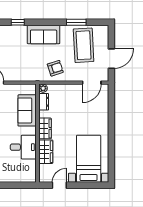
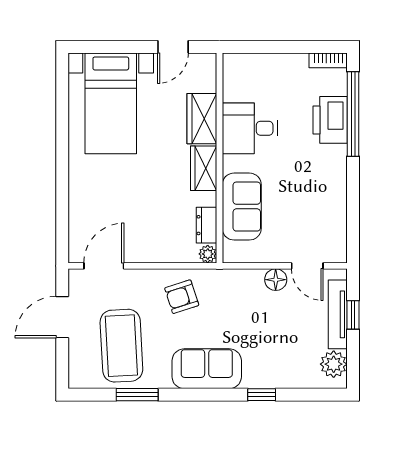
floor lamp: (11, 76) -> (276, 280), added

